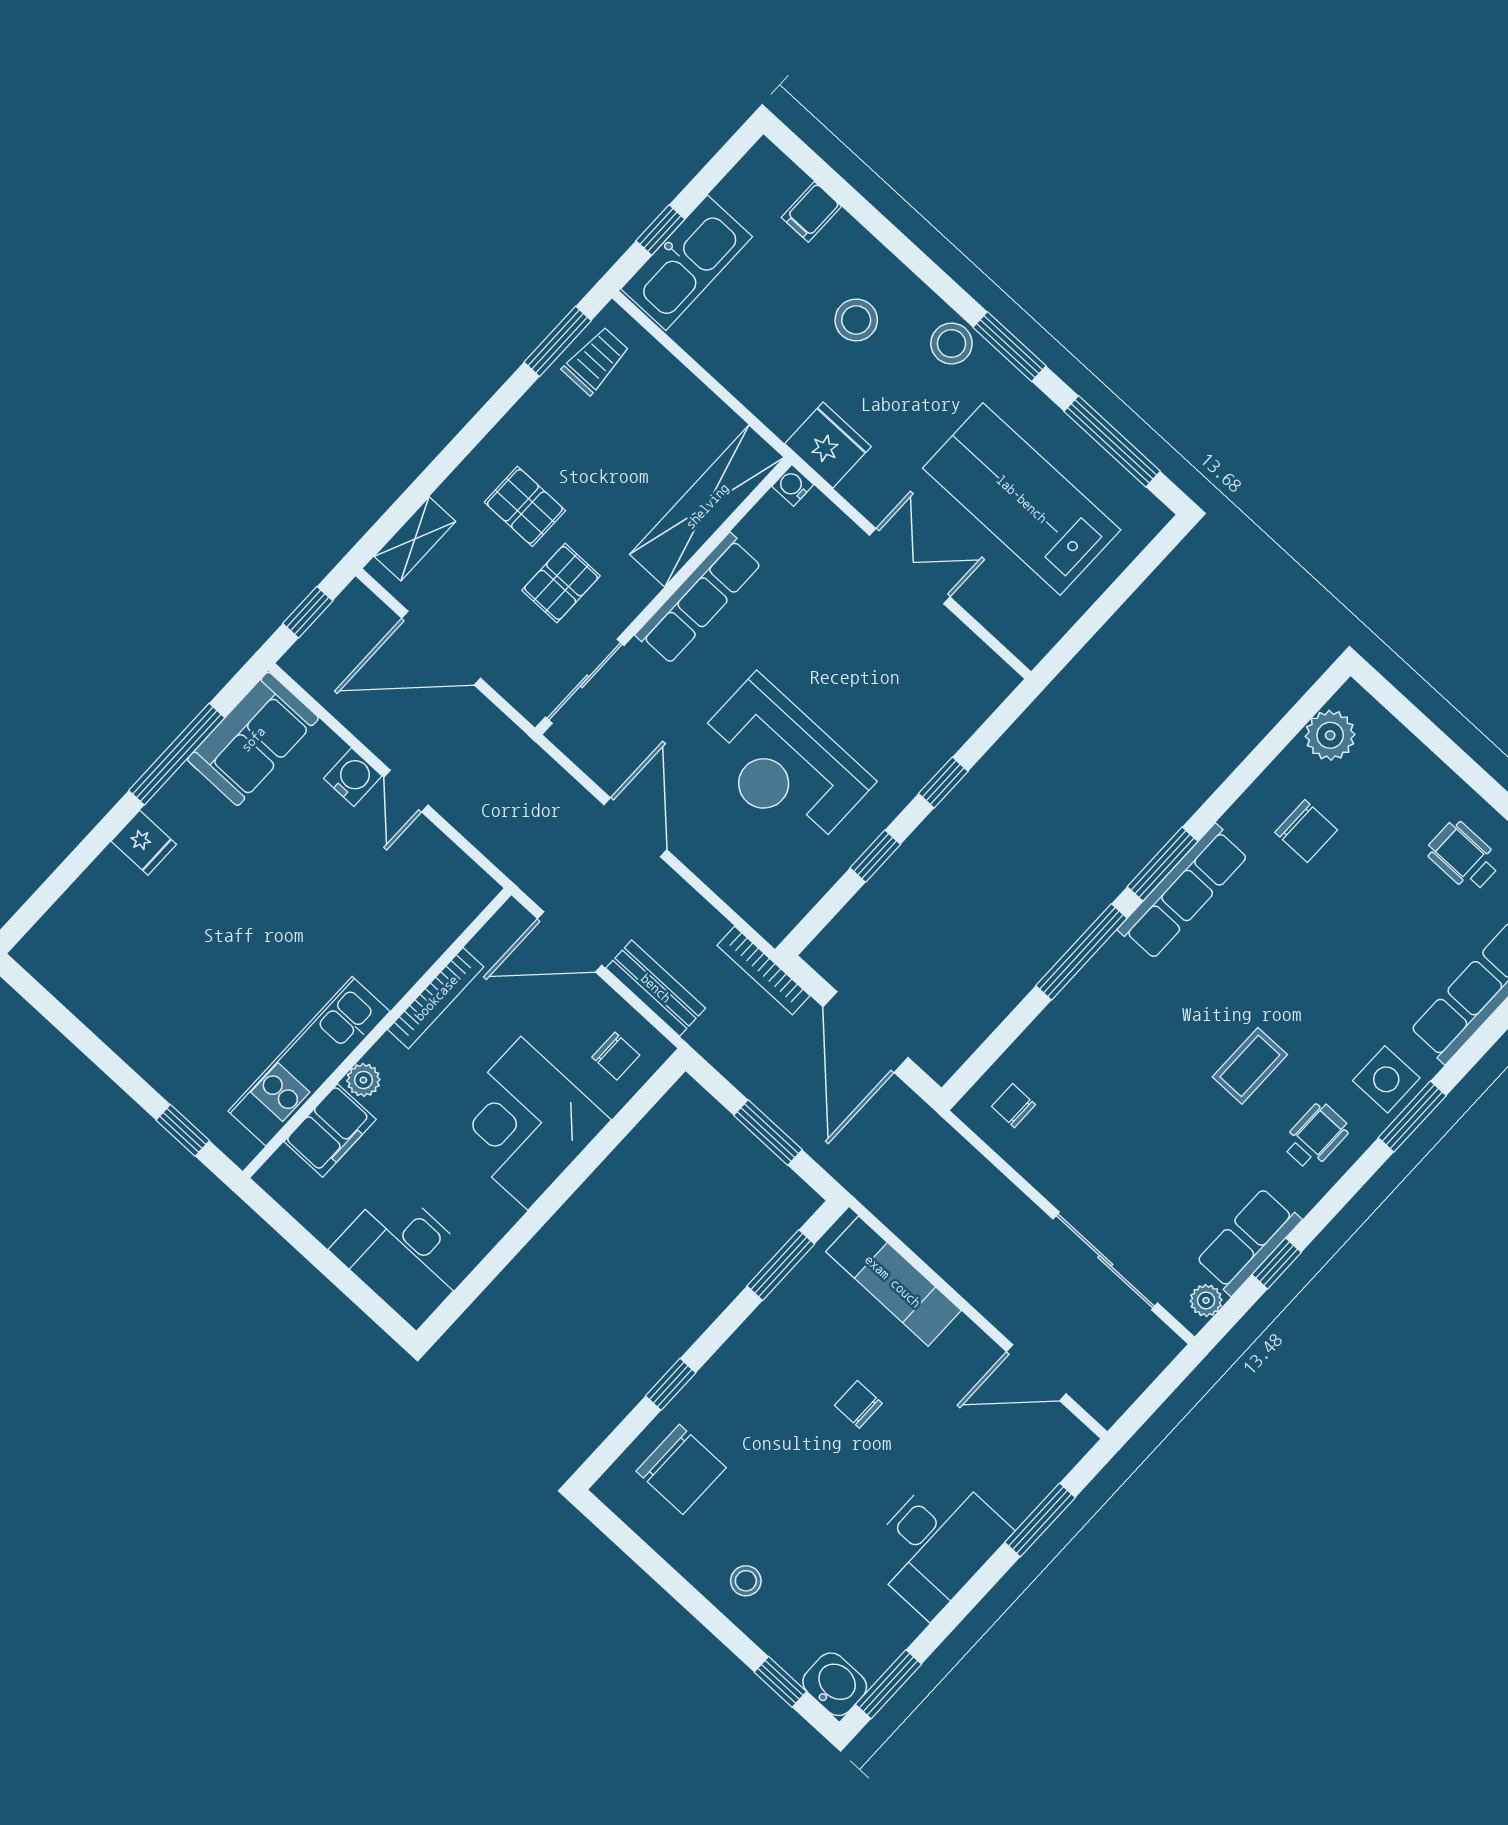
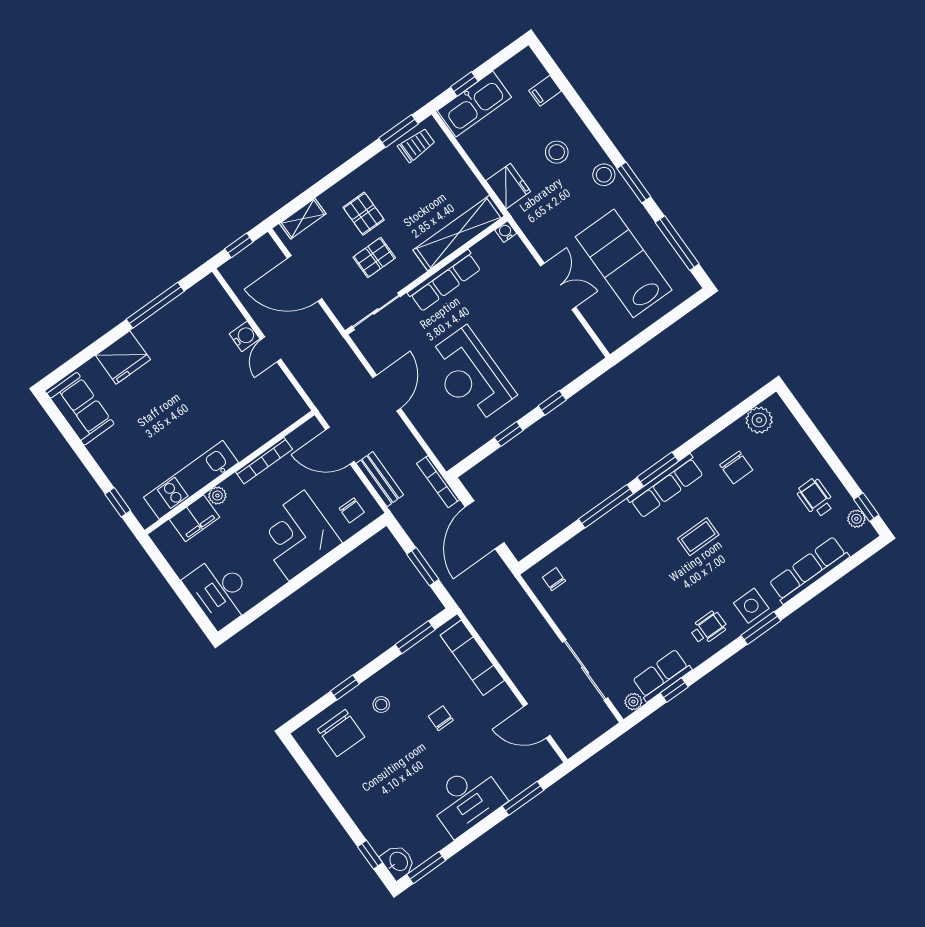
fridge: (828, 445) -> (508, 186), moved
sofa: (253, 739) -> (81, 409), moved, turned -90
fridge: (144, 843) -> (123, 357), width x1.88, depth x1.34
coffee table: (1250, 1066) -> (698, 537), moved
stool: (746, 1581) -> (381, 705), moved

